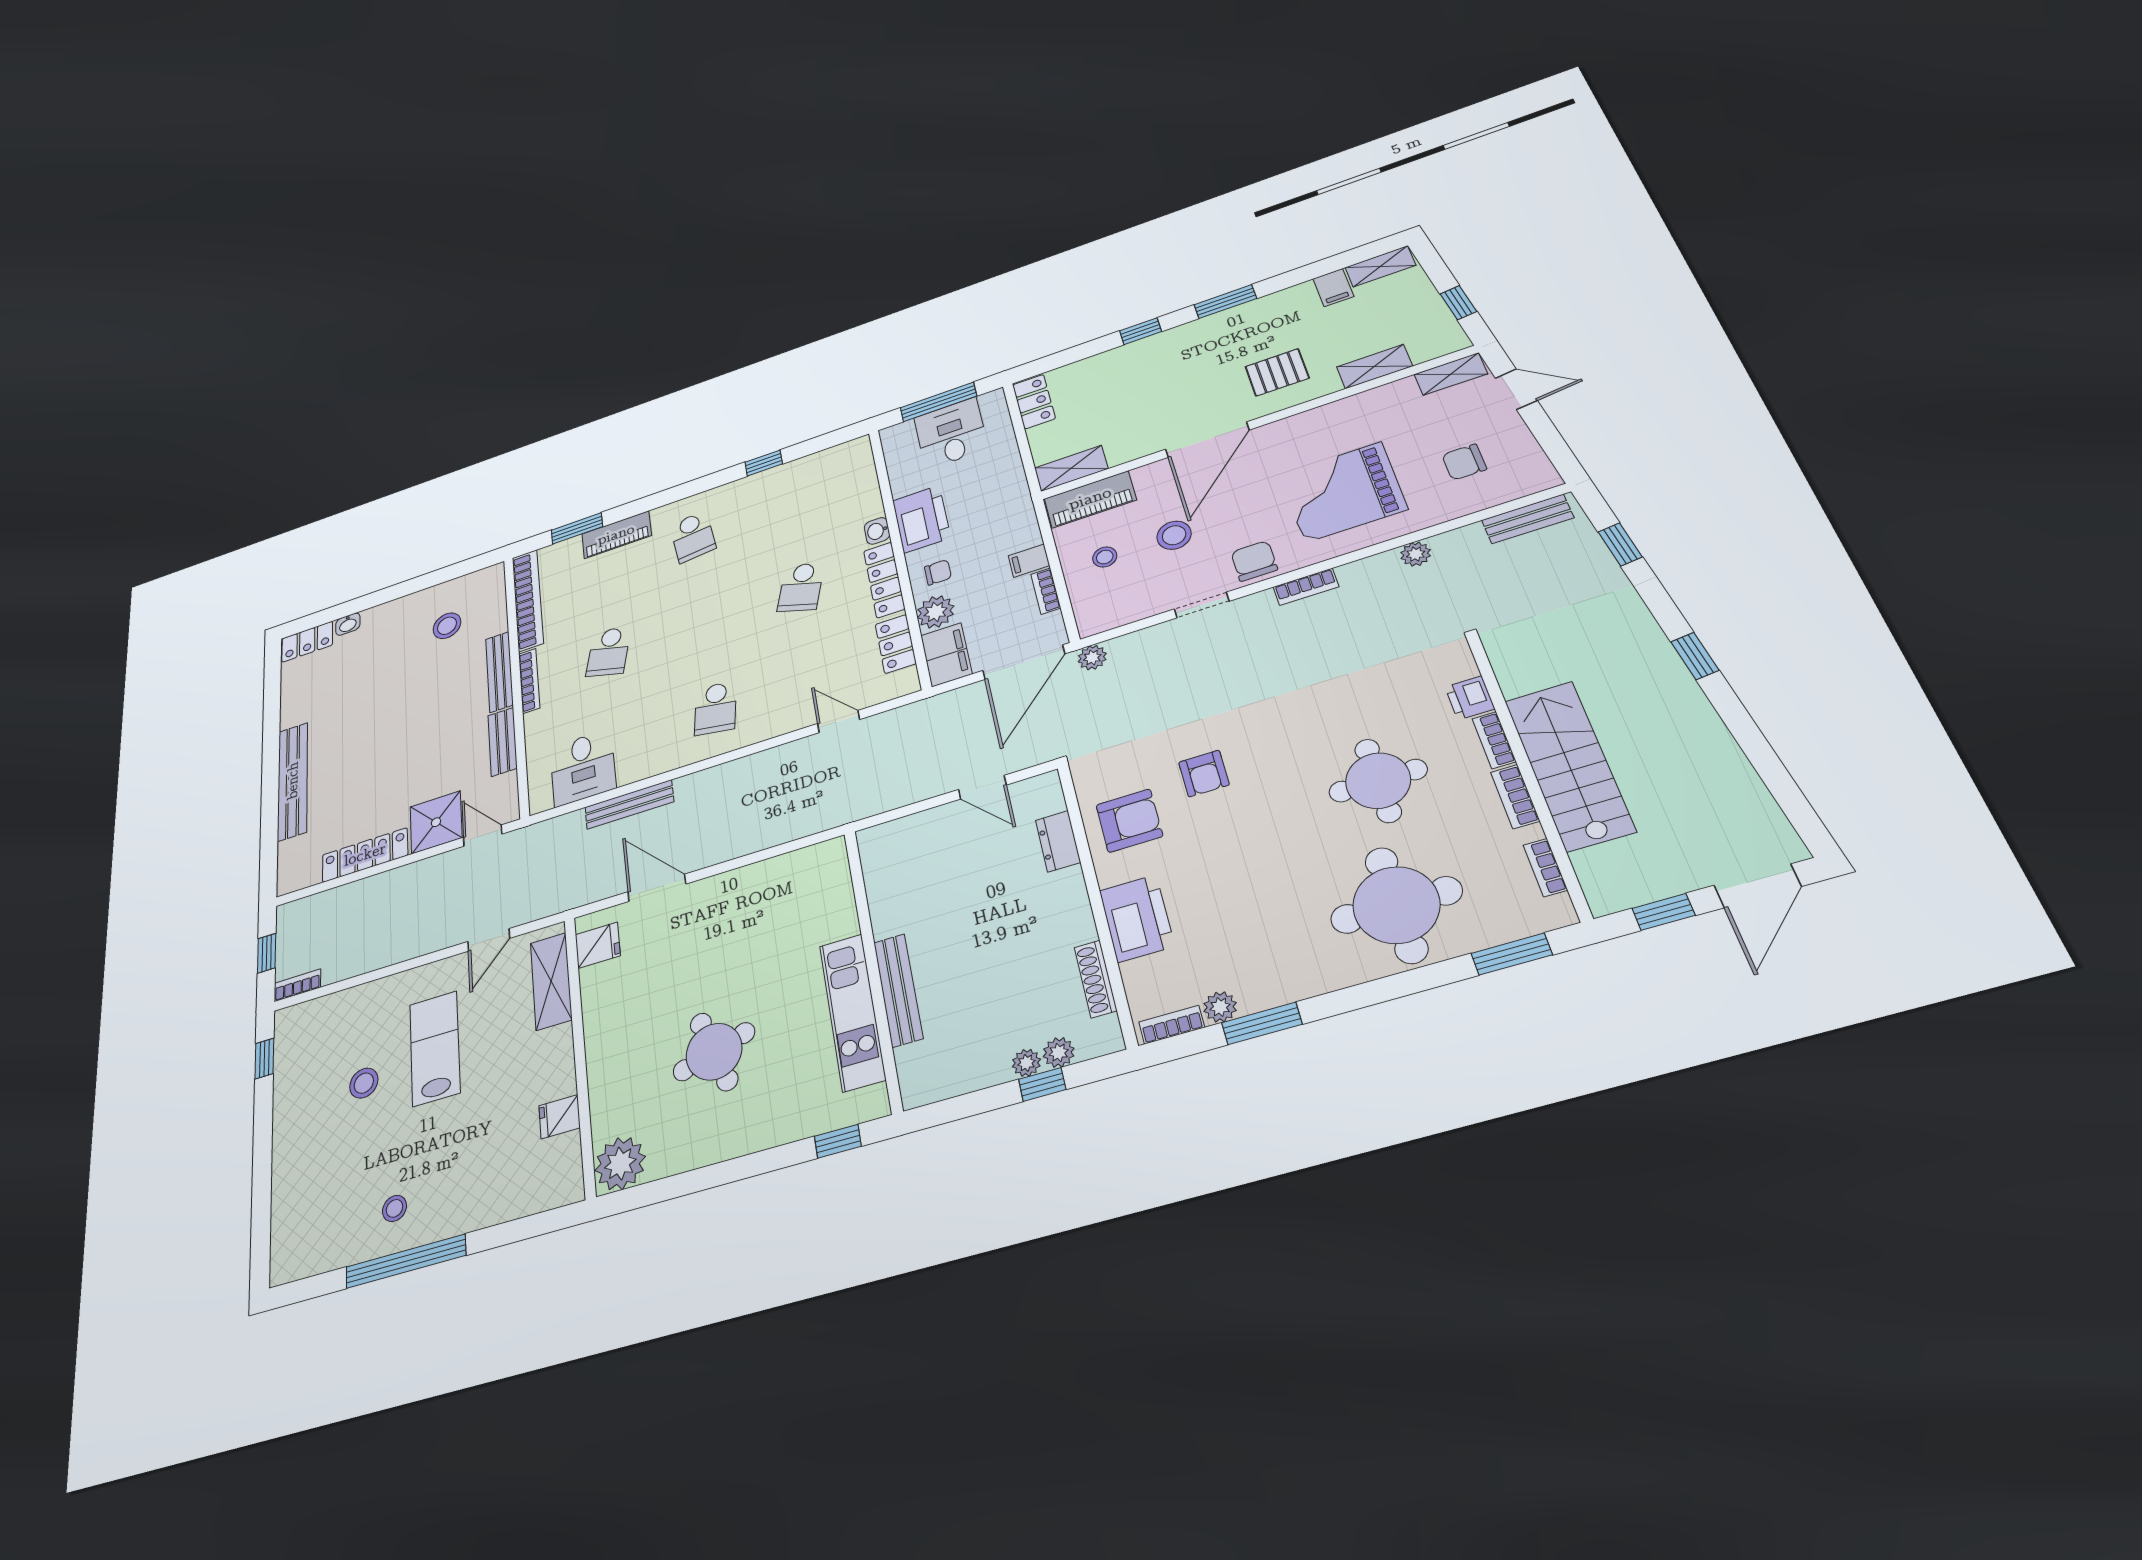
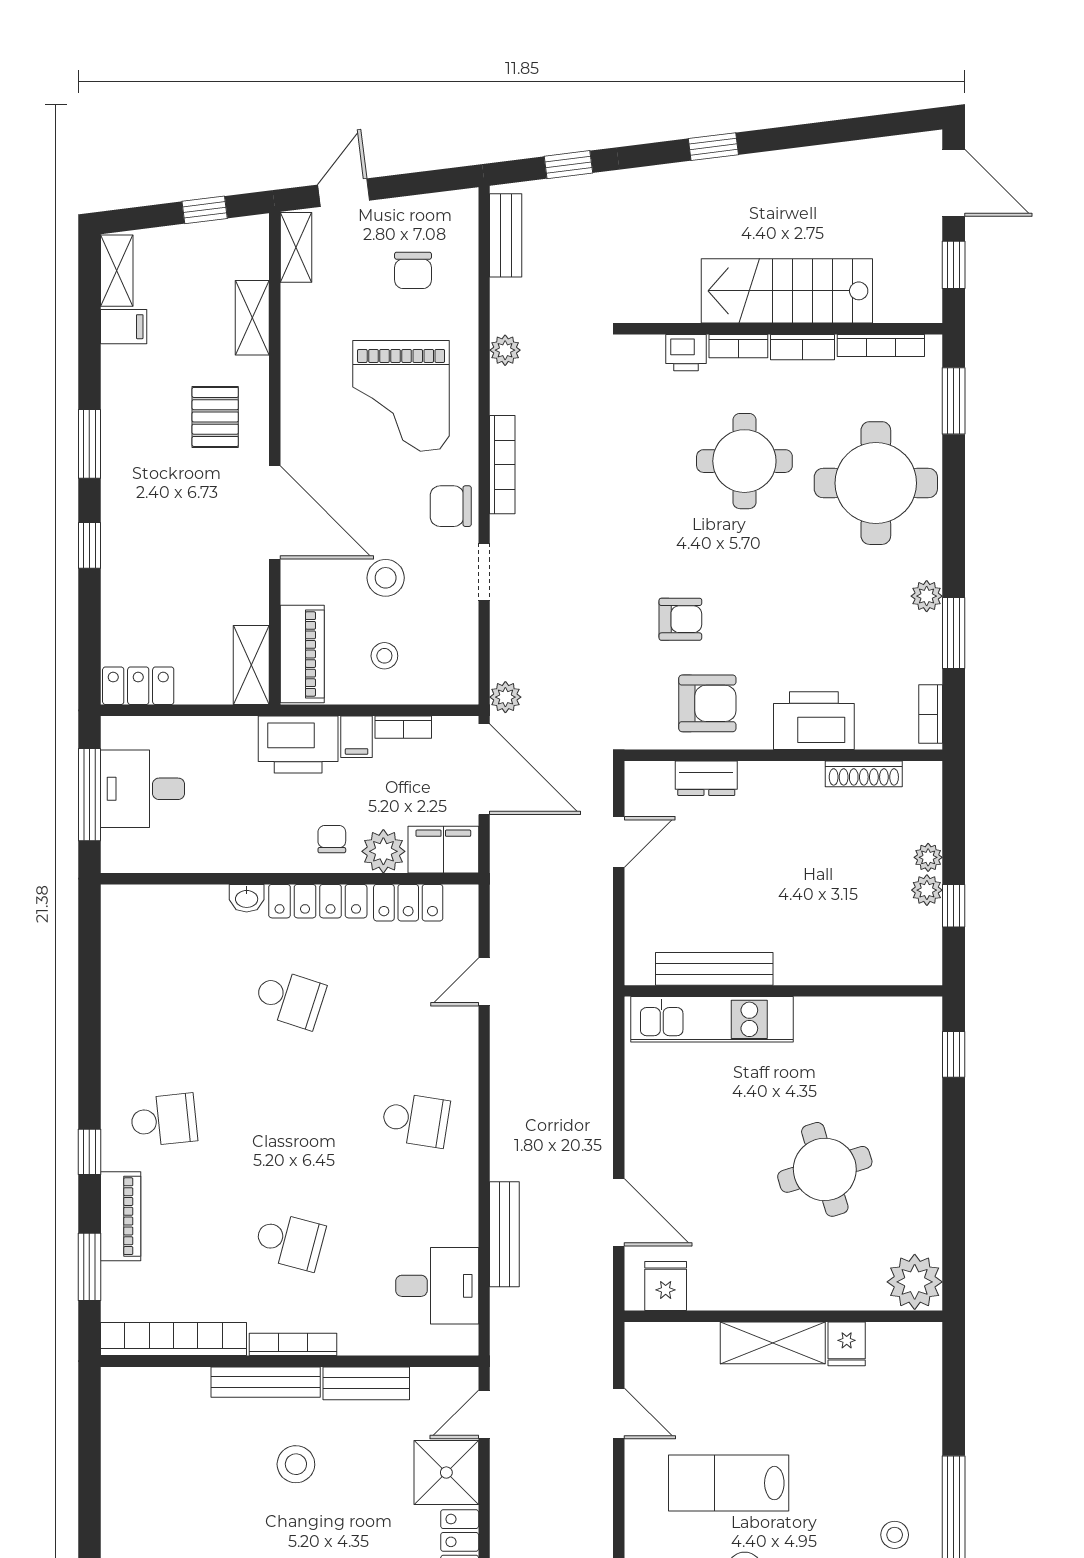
window: (764, 463) -> (89, 1152), moved
printer: (922, 519) -> (298, 744), moved, turned 180
bookcase: (1306, 587) -> (502, 465), width x1.56
stool: (447, 626) -> (296, 1464), moved
armchair: (1129, 821) -> (707, 703), turned 90
bookcase: (1545, 868) -> (881, 346), width x1.56
door: (657, 888) -> (619, 1212), swing flipped
shelving: (551, 981) -> (773, 1343), moved
bench: (898, 990) -> (714, 969), moved
plant: (1220, 1007) -> (927, 596), moved
kitchen unit: (852, 1012) -> (712, 1019), moved
plant: (1059, 1052) -> (927, 890), moved
window: (1042, 1084) -> (954, 906), moved

